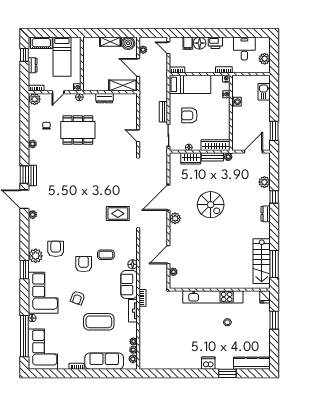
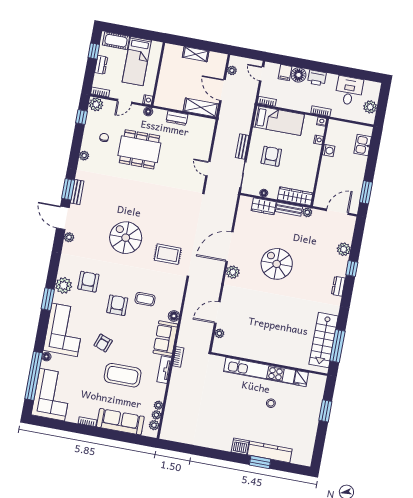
boiler: (128, 43) -> (216, 60), removed
window: (24, 112) -> (82, 117), added
armchair: (189, 115) -> (271, 156), turned 90
spiral stairs: (211, 205) -> (277, 264), turned 180
spiral stairs: (80, 206) -> (126, 238), added
fridge: (265, 297) -> (301, 379), moved
kitchen counter: (252, 363) -> (270, 452), moved

